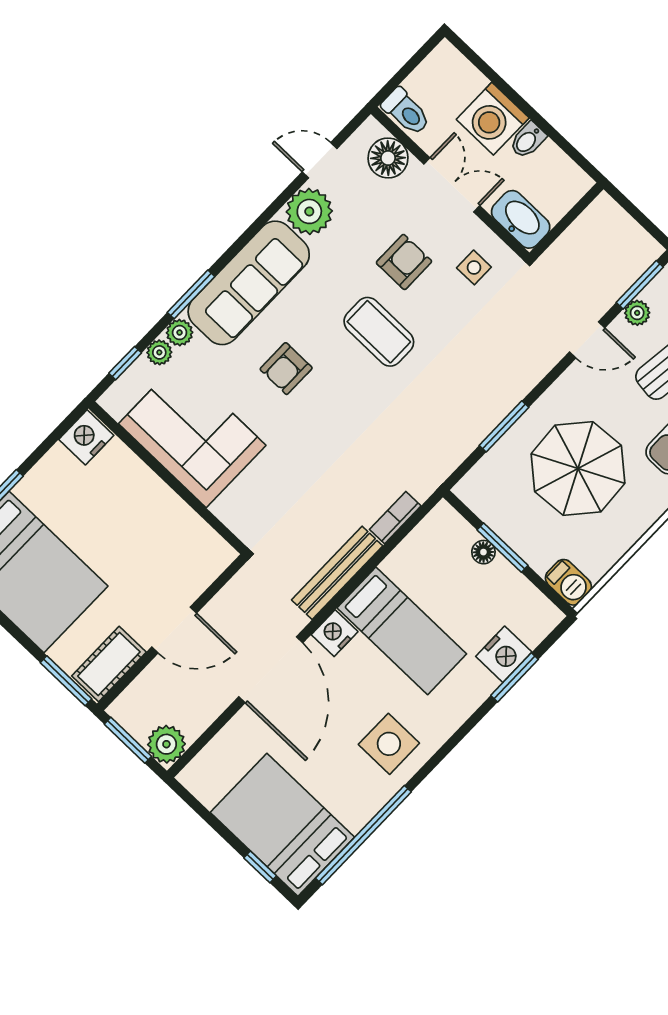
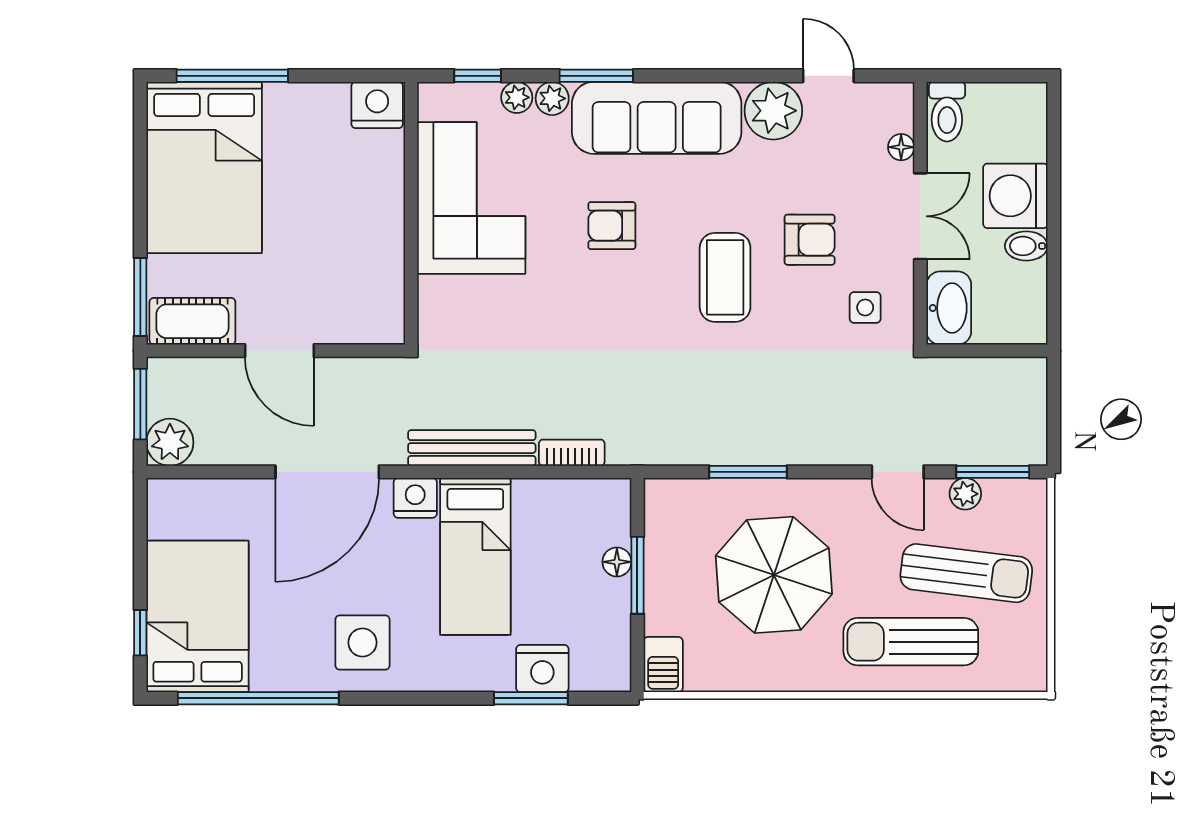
floor lamp: (388, 158) -> (901, 147), width x0.53, depth x0.53

